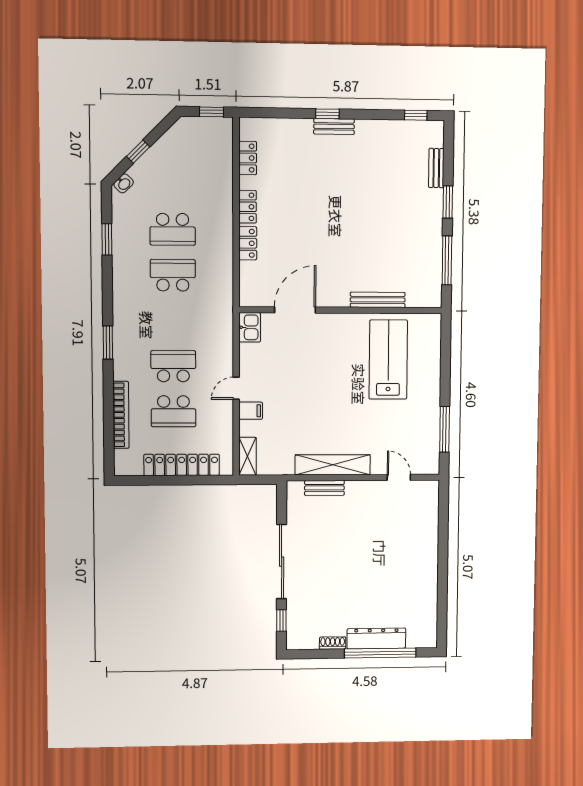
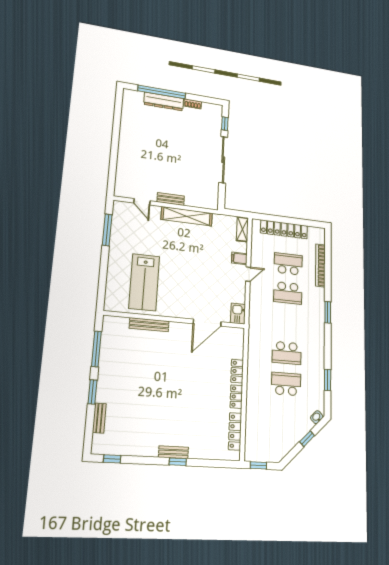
locker: (248, 158) -> (235, 431), width x1.53
bench: (324, 488) -> (171, 199), moved

